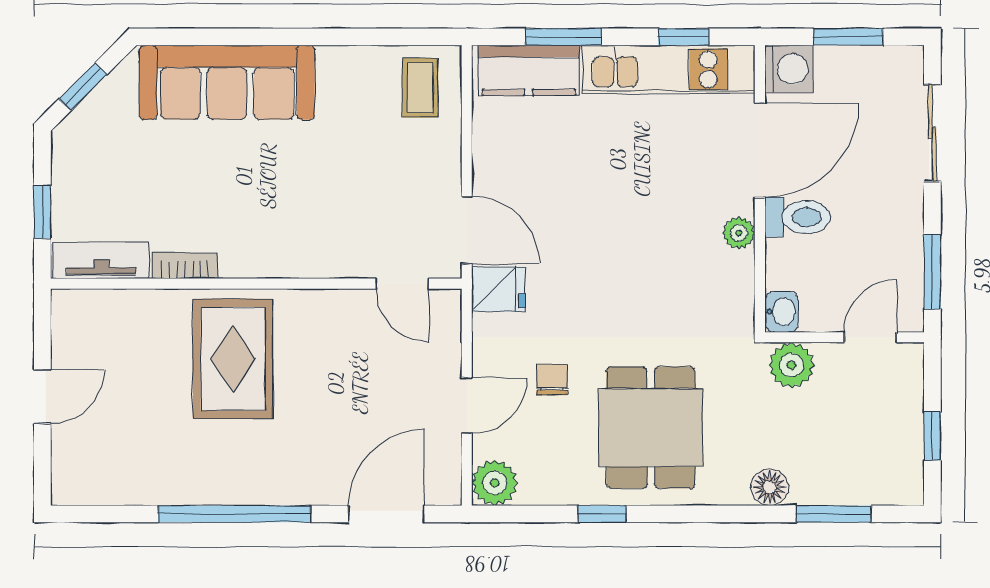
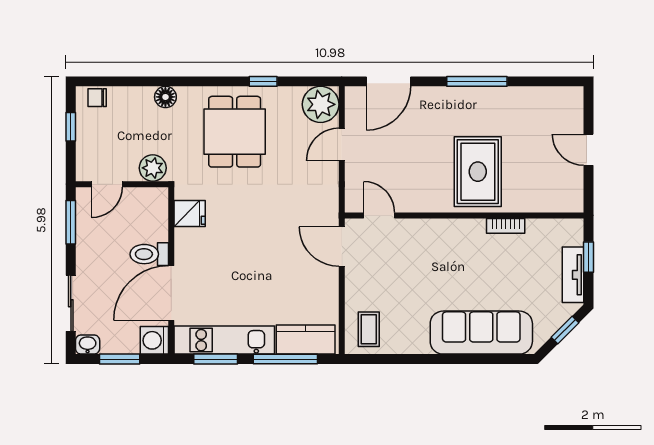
window: (564, 37) -> (285, 359), width x1.44
window: (683, 37) -> (216, 359), width x1.50
plant: (739, 233) -> (183, 245), removed
tv unit: (101, 260) -> (573, 275), moved, turned 90
fridge: (499, 289) -> (190, 214), moved, turned 180
washbasin: (781, 312) -> (88, 345), moved, turned 90
chair: (552, 380) -> (97, 98), moved, turned 90
door: (42, 396) -> (589, 150), hinge flipped
plant: (495, 483) -> (321, 104), width x1.36, depth x1.36
window: (234, 514) -> (477, 81), width x0.68
window: (834, 514) -> (128, 81), removed

